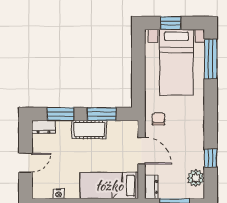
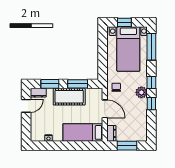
window: (211, 112) -> (151, 82), added
cot: (89, 130) -> (69, 97), width x1.37, depth x1.34
window: (211, 158) -> (151, 104), moved
door: (25, 163) -> (26, 106), moved
plant: (196, 178) -> (141, 92), moved

